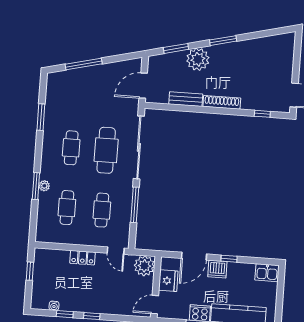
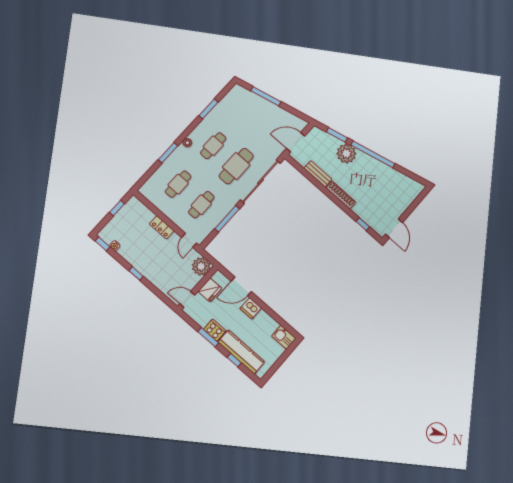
window: (223, 41) -> (373, 154), width x2.11
plant: (44, 186) -> (187, 143), moved
window: (229, 259) -> (265, 307), removed
window: (65, 314) -> (103, 244), moved

